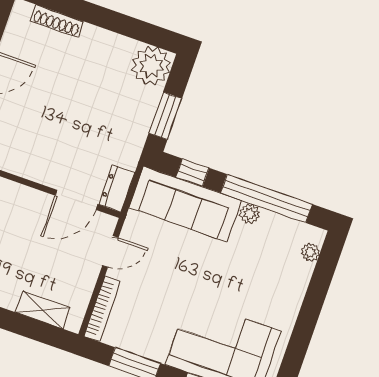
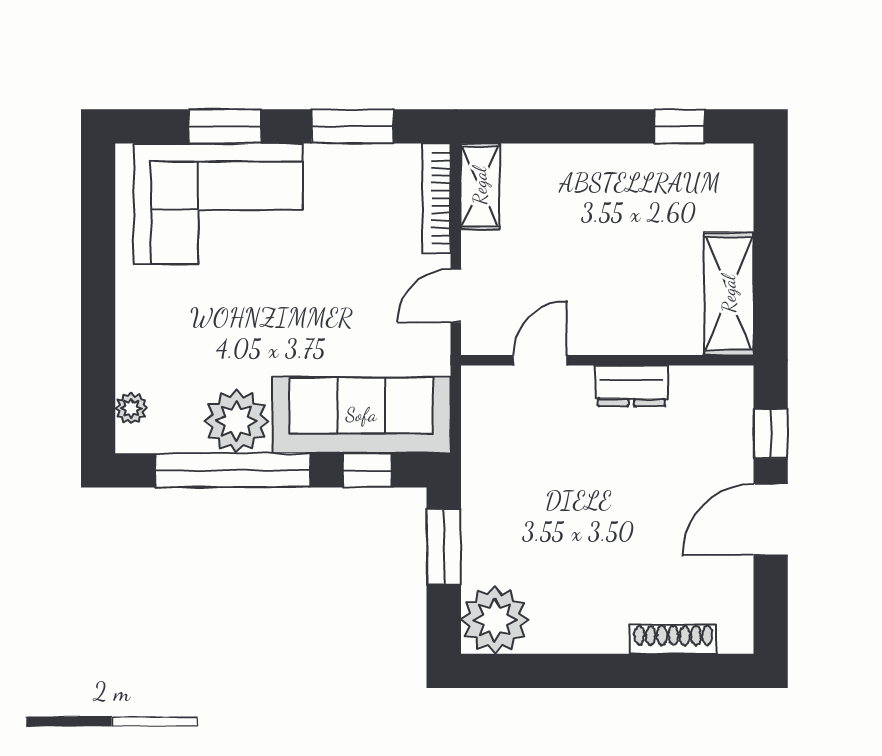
dresser: (117, 188) -> (631, 386), moved, turned 90
door: (76, 200) -> (540, 360), width x0.73
plant: (250, 214) -> (236, 421), width x1.87, depth x1.87
shelving: (43, 310) -> (480, 186), moved, turned 90

